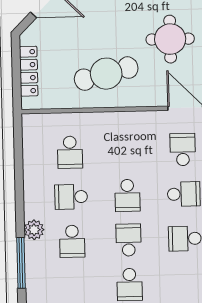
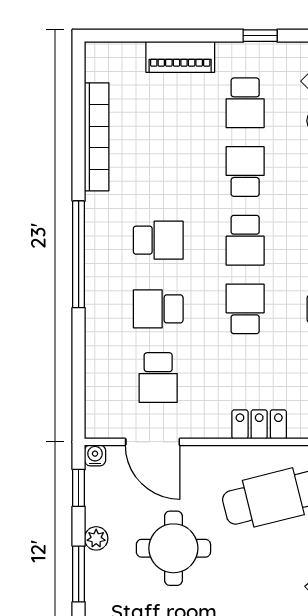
locker: (117, 121) -> (259, 424), added

